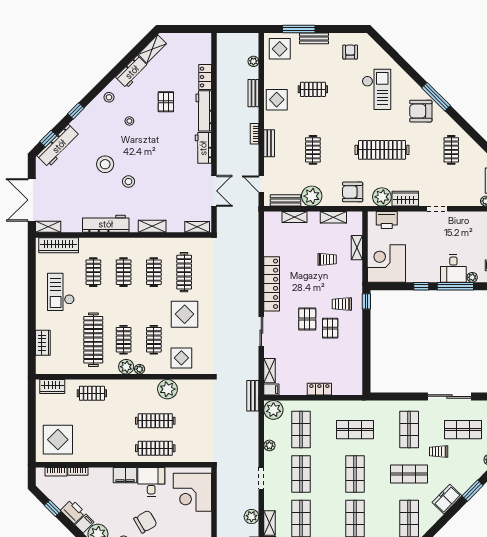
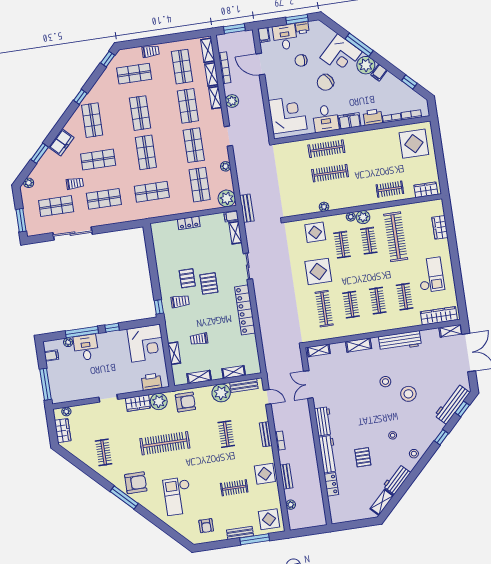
plant: (167, 389) -> (324, 207), width x0.53, depth x0.53
shop shelf: (409, 430) -> (104, 199), turned 90
printer: (73, 511) -> (373, 117), moved, turned 135

